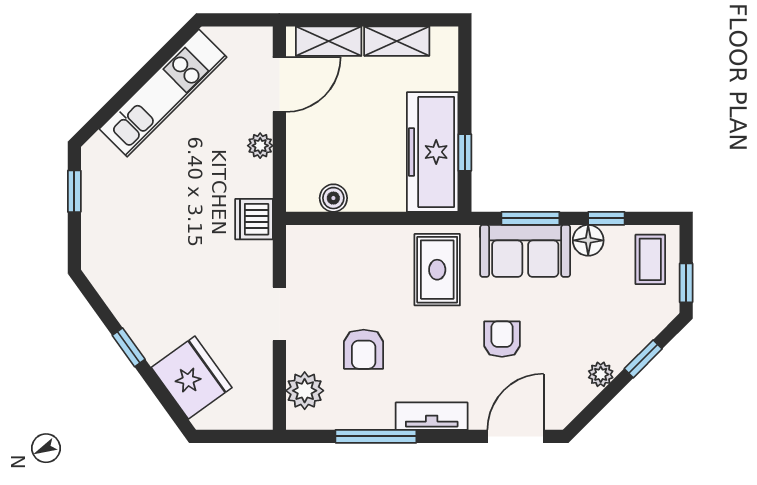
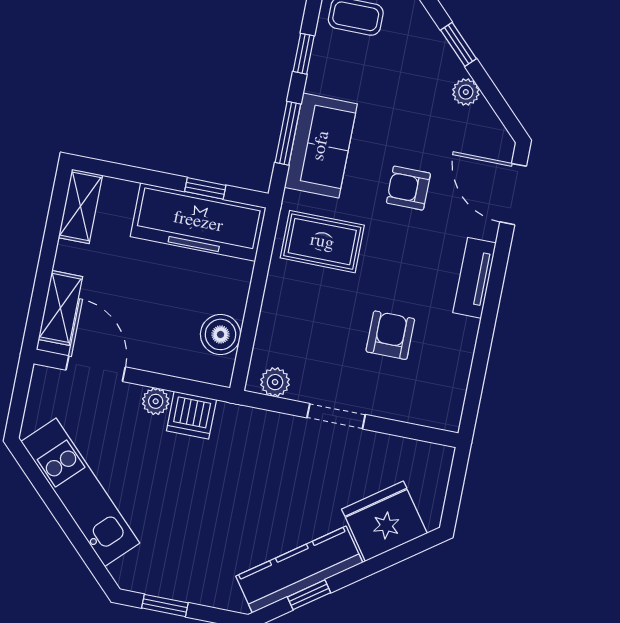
shelving: (397, 41) -> (80, 206), moved
boiler: (333, 198) -> (220, 334), width x1.36, depth x1.36
dishwasher: (254, 219) -> (191, 415), moved
floor lamp: (588, 240) -> (323, 77), removed
kitchen counter: (132, 308) -> (299, 569), added
window: (129, 347) -> (309, 595), moved
armchair: (364, 349) -> (390, 335), turned -90
plant: (305, 391) -> (275, 382), moved, width x0.73, depth x0.73
window: (376, 436) -> (484, 340), removed

